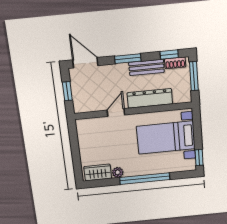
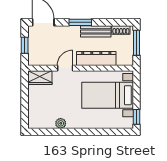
window: (169, 55) -> (116, 22), removed
wardrobe: (98, 172) -> (40, 78), moved, turned 180
window: (145, 179) -> (85, 132), removed

